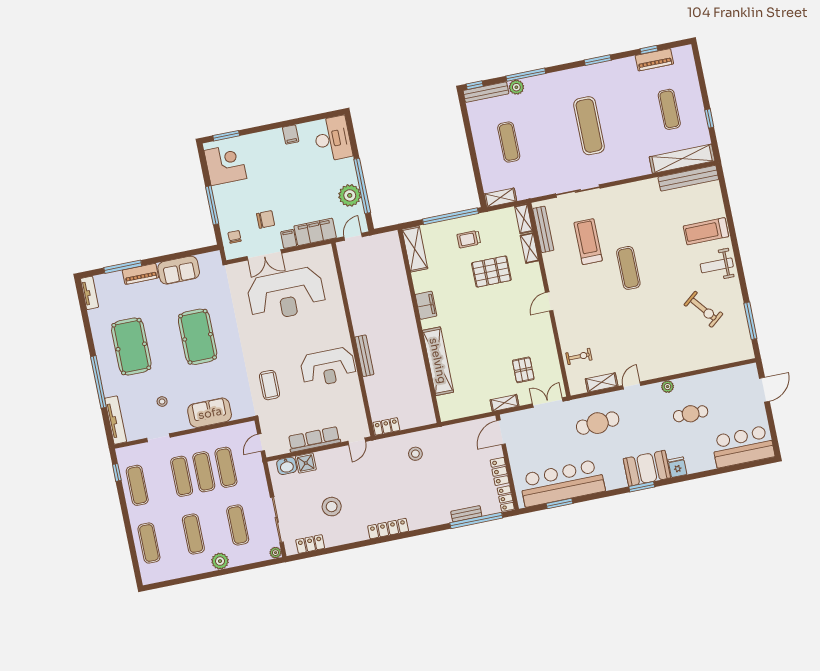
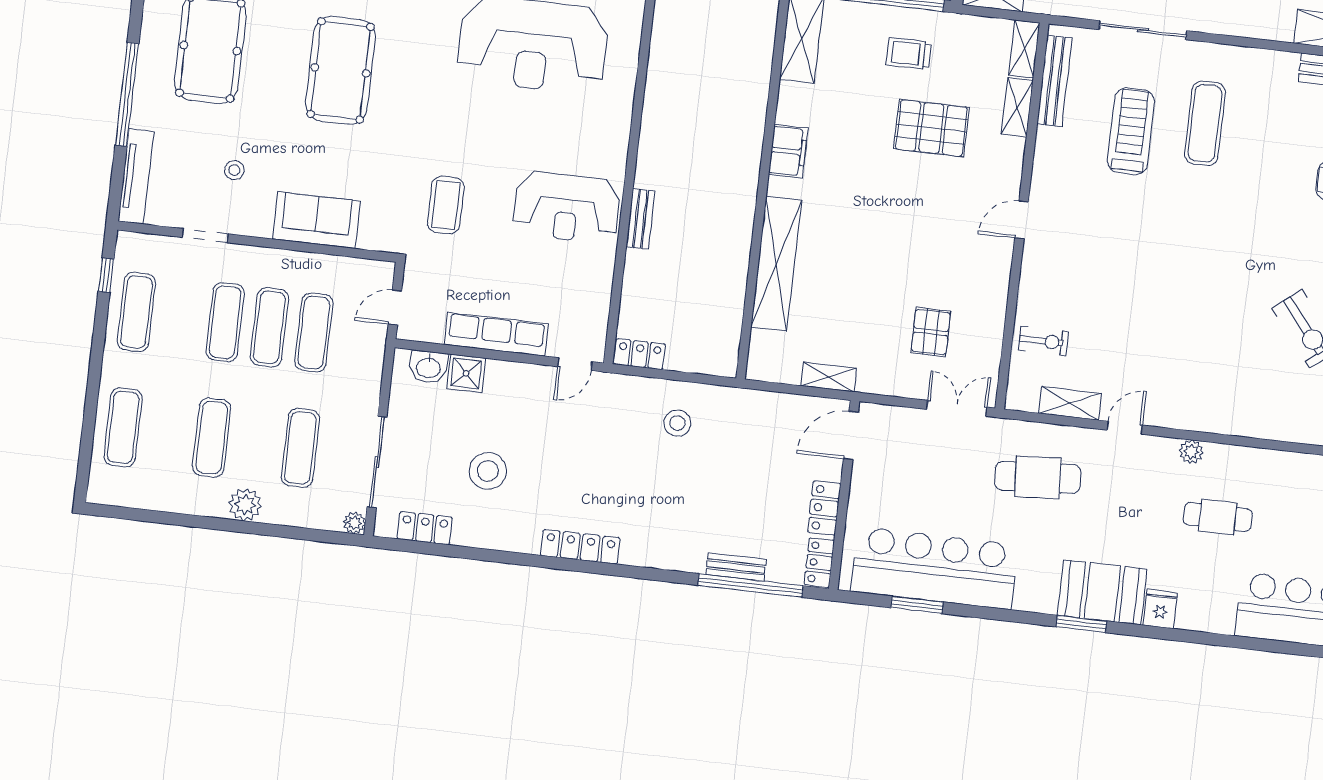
exercise mat: (628, 268) -> (1205, 123), moved
bench: (364, 356) -> (640, 219), width x0.73
shelving: (505, 403) -> (829, 377), moved

